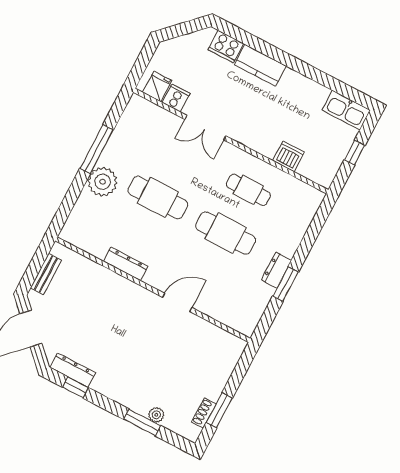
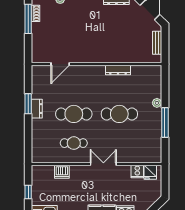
double door: (205, 128) -> (103, 164), moved
plant: (103, 182) -> (157, 103), width x0.53, depth x0.53
door: (177, 302) -> (60, 64), moved
window: (219, 410) -> (28, 19), width x1.44

